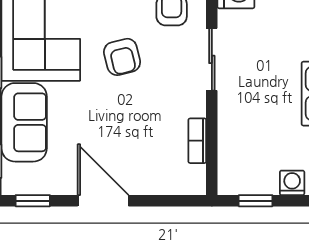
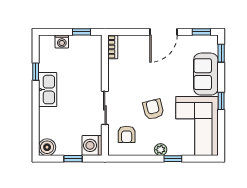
bookcase: (197, 141) -> (113, 47), moved
door: (103, 201) -> (163, 32), hinge flipped

